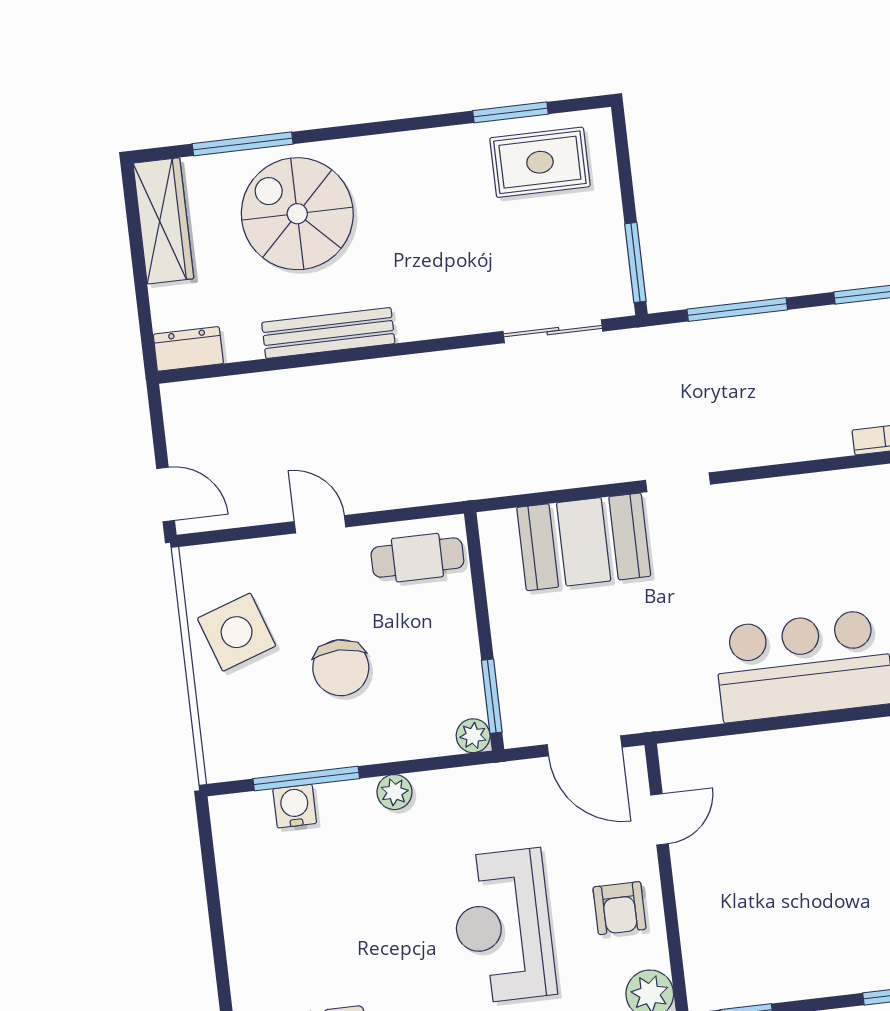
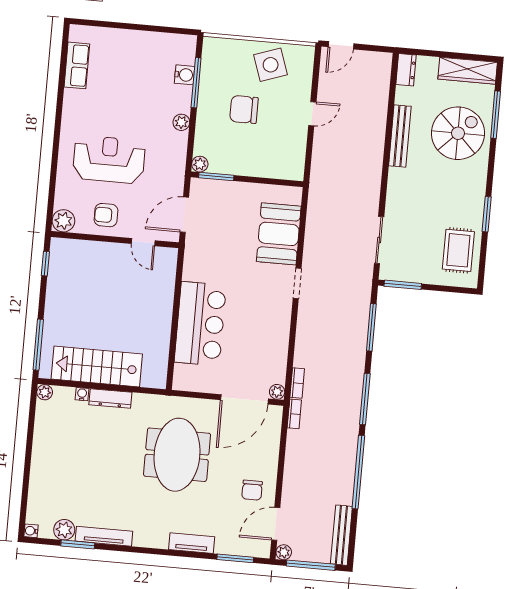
window: (510, 112) -> (487, 214), moved
cafe table: (417, 558) -> (288, 156), removed

